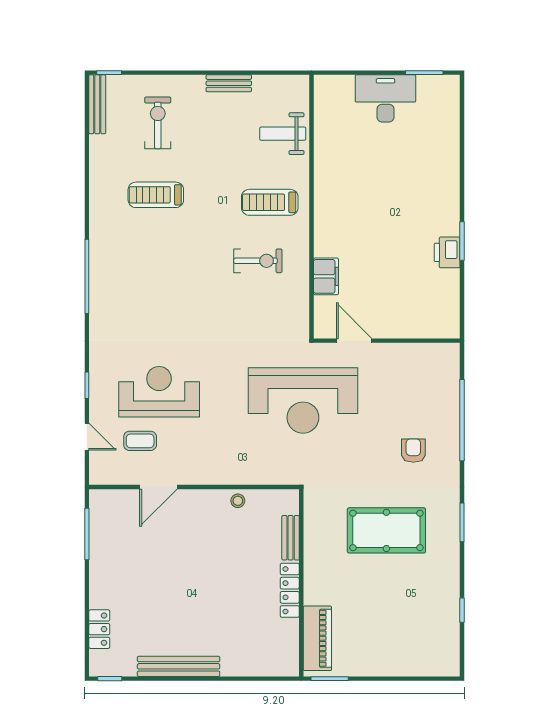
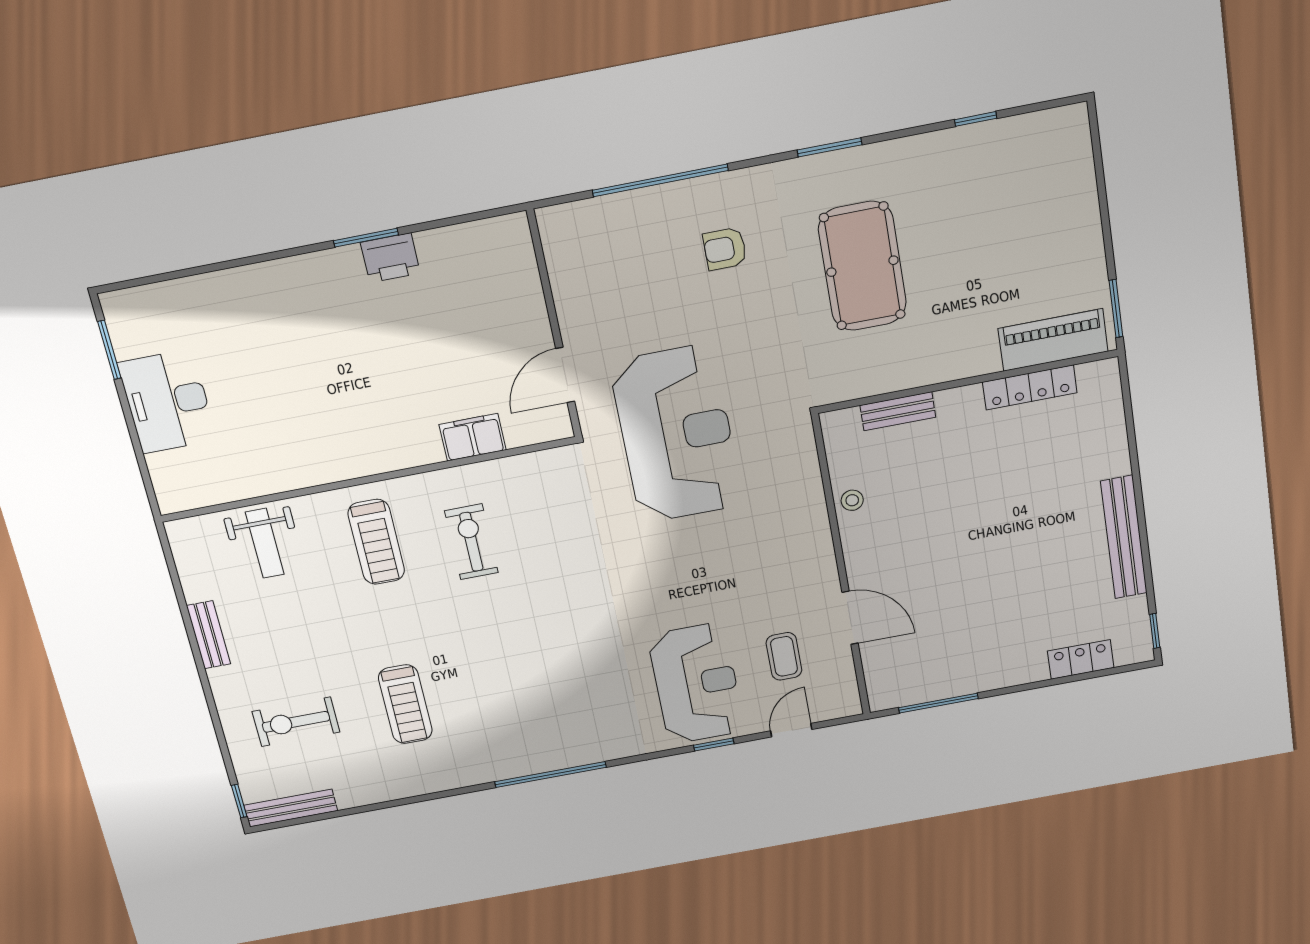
reception desk: (159, 392) -> (696, 683), moved, turned 180
locker: (290, 590) -> (1030, 387), moved

